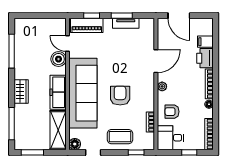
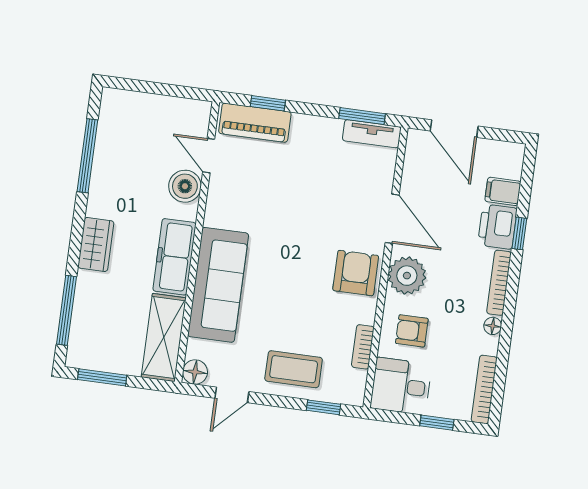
window: (122, 16) -> (362, 116), moved
tv unit: (126, 23) -> (372, 134), moved
window: (216, 60) -> (519, 233), added
door: (156, 61) -> (392, 219), hinge flipped
plant: (162, 86) -> (407, 276), width x1.88, depth x1.88
sofa: (83, 93) -> (218, 285), width x0.74, depth x0.79
armchair: (120, 96) -> (356, 273), moved

